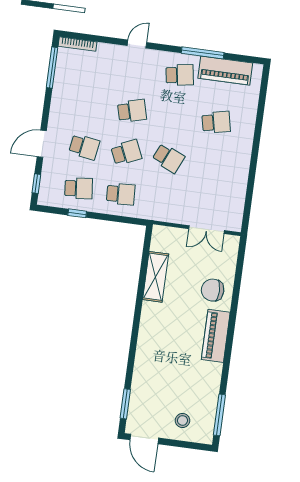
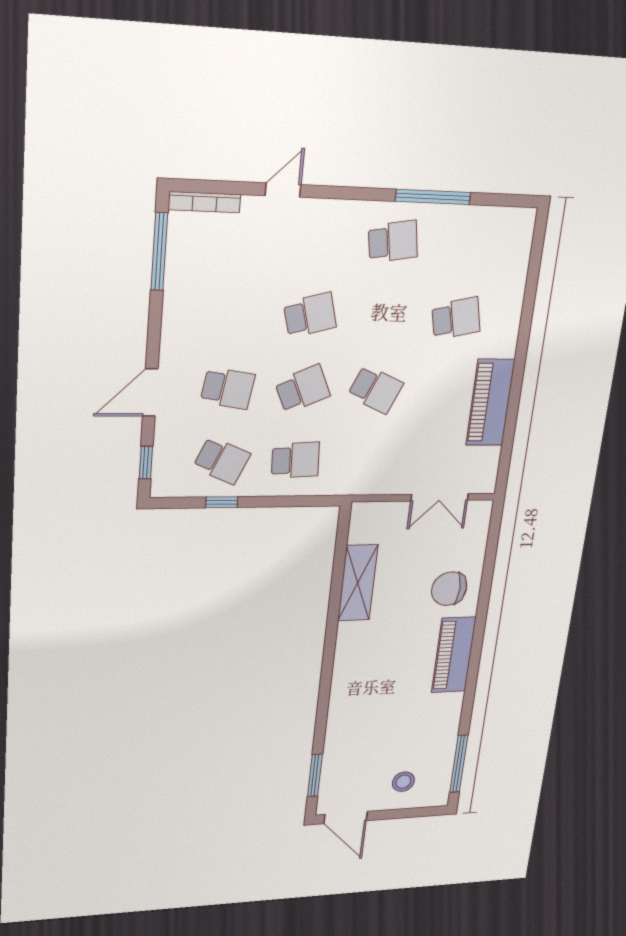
door: (137, 44) -> (283, 190), moved
piano: (225, 71) -> (490, 402), moved, turned 90
school desk: (79, 188) -> (222, 461), turned 30

